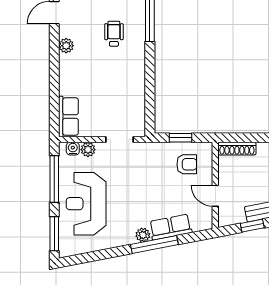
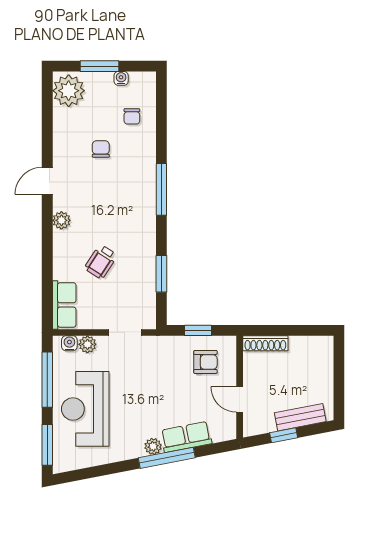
wheelchair: (114, 34) -> (101, 262), moved, turned -147
window: (150, 90) -> (161, 274), added

